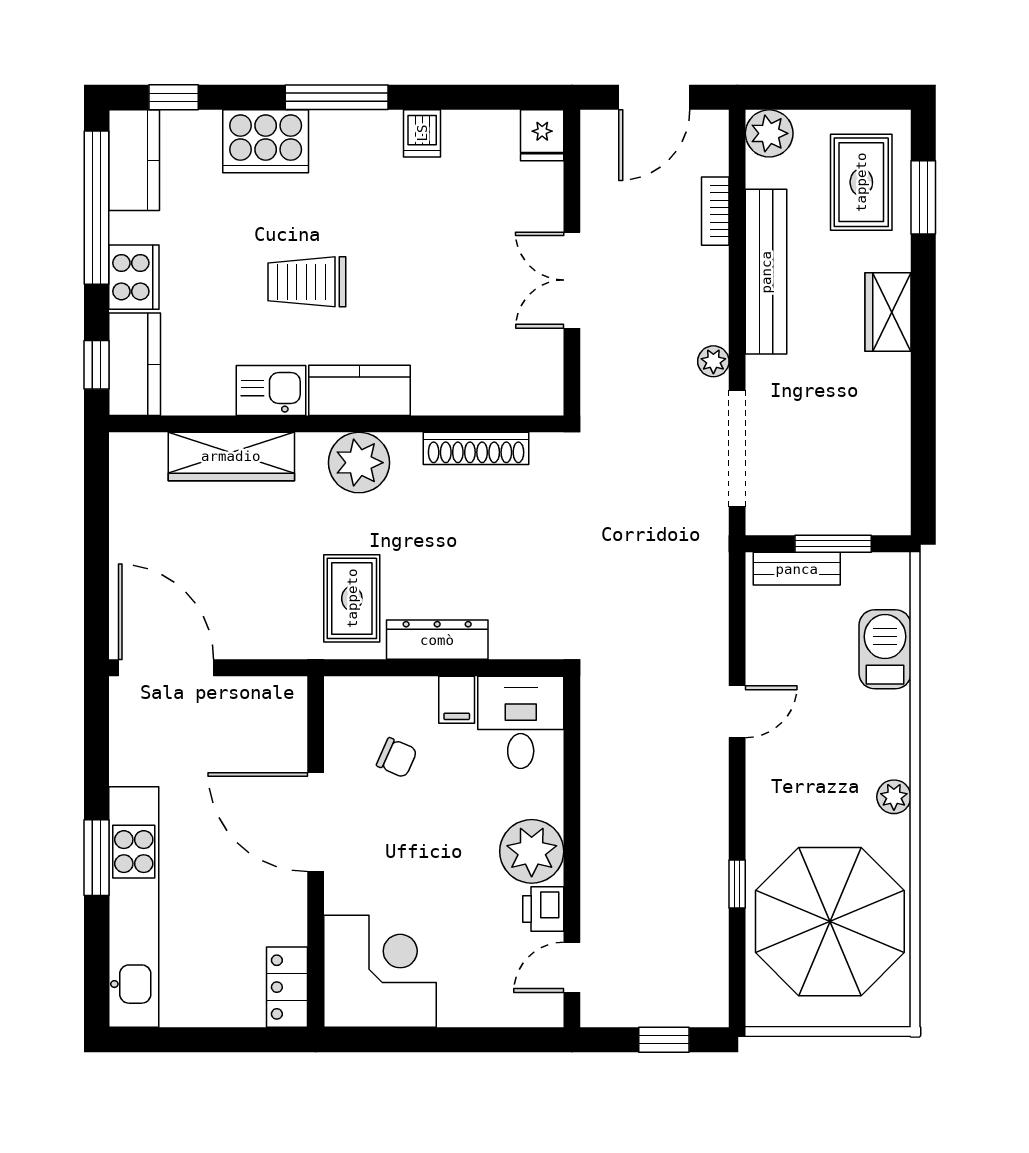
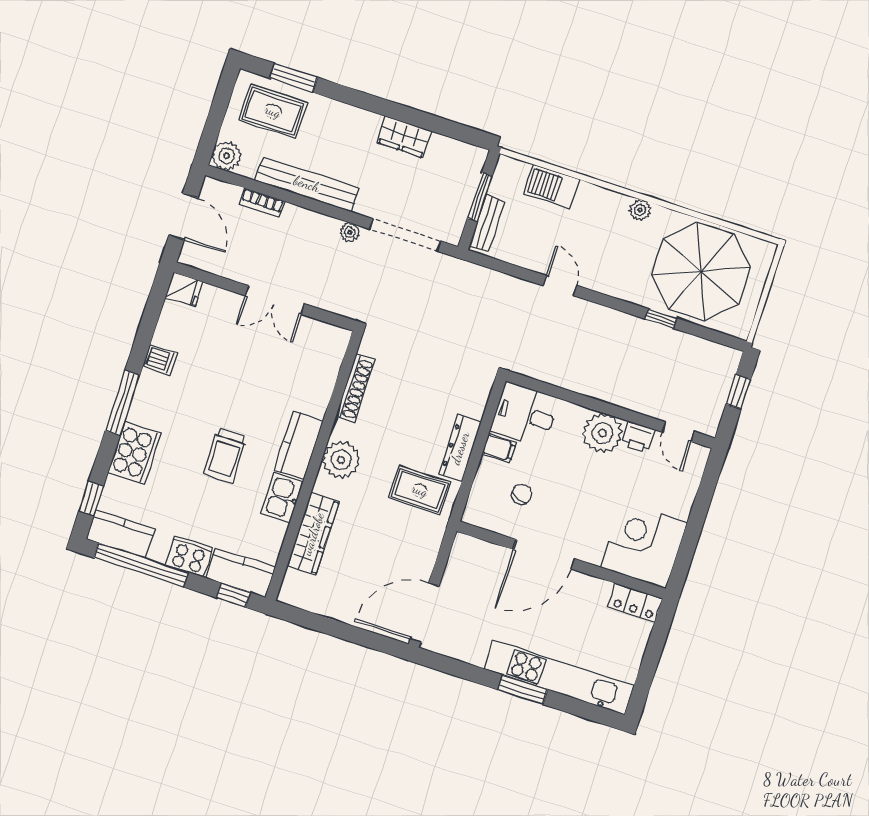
wardrobe: (888, 312) -> (404, 137), moved

